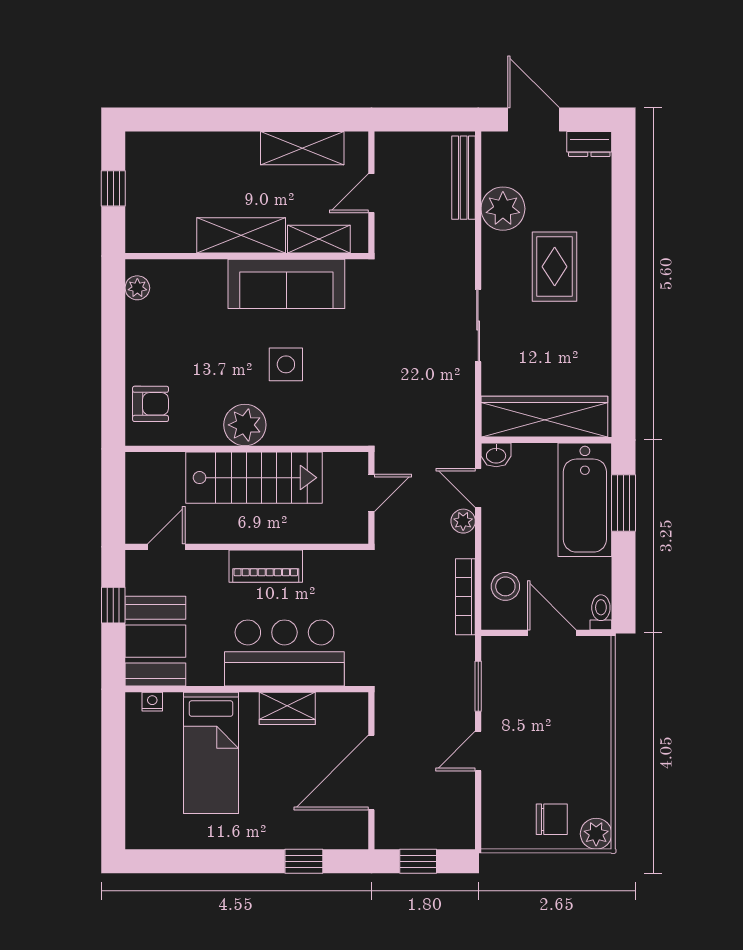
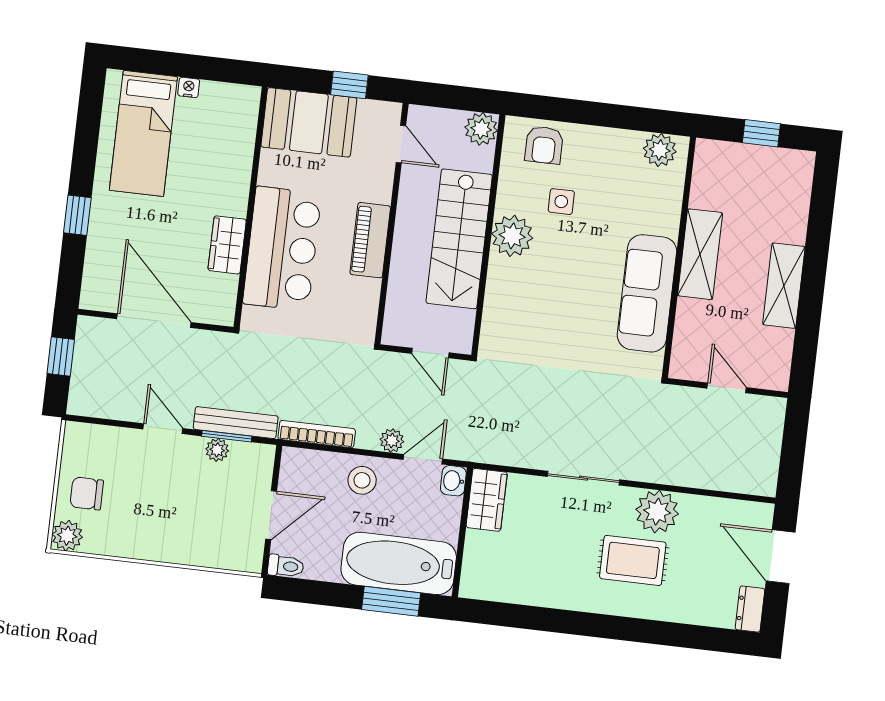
door: (533, 120) -> (781, 557), swing flipped
shelving: (302, 148) -> (784, 286), moved
bench: (464, 178) -> (236, 423), moved
plant: (503, 209) -> (657, 512), moved
shelving: (319, 239) -> (687, 331), removed
plant: (137, 288) -> (660, 150), width x1.38, depth x1.38
side table: (286, 364) -> (561, 202), moved, width x0.73, depth x0.73
wardrobe: (544, 417) -> (487, 500), width x0.48, depth x0.85
plant: (142, 468) -> (481, 129), added
stool: (505, 586) -> (362, 480), moved
plant: (493, 694) -> (217, 450), added
nightstand: (152, 702) -> (189, 87), moved, turned -90
bed: (211, 753) -> (143, 133), moved, turned -90
chair: (552, 819) -> (87, 493), turned 90
window: (304, 861) -> (77, 215), moved

